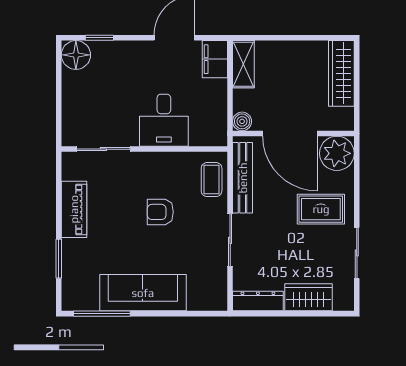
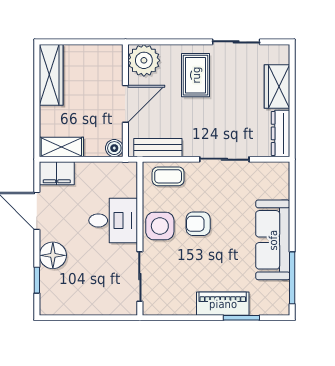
floor lamp: (76, 55) -> (53, 255), moved
wardrobe: (341, 73) -> (51, 75), moved, turned -90
door: (290, 133) -> (125, 104), width x0.73
side table: (158, 171) -> (160, 226), added
bench: (243, 178) -> (158, 148), width x0.73
piano: (74, 209) -> (223, 304), moved
armchair: (160, 212) -> (198, 224), turned 90

